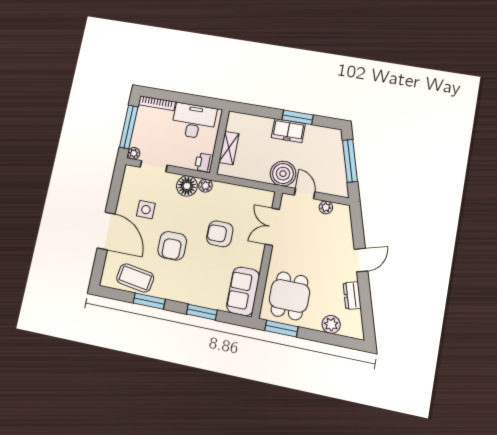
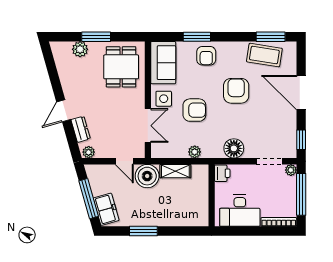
freezer: (288, 131) -> (106, 209), moved, turned 74
shelving: (229, 148) -> (175, 171), moved, turned 90
window: (117, 182) -> (301, 140), added
plant: (205, 186) -> (195, 152), moved
plant: (326, 207) -> (89, 152), moved
side table: (146, 210) -> (164, 99), moved
armchair: (196, 289) -> (206, 56), added
dresser: (352, 295) -> (81, 129), moved
window: (149, 301) -> (271, 37), moved
window: (281, 329) -> (96, 37), moved

